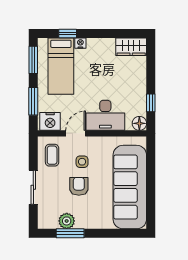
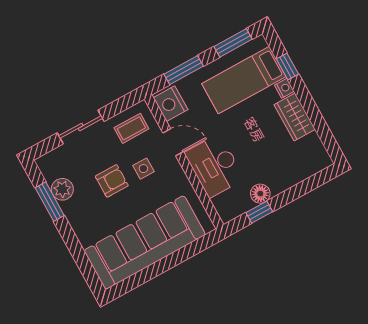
wardrobe: (131, 47) -> (295, 117), moved
floor lamp: (139, 123) -> (260, 194), moved

